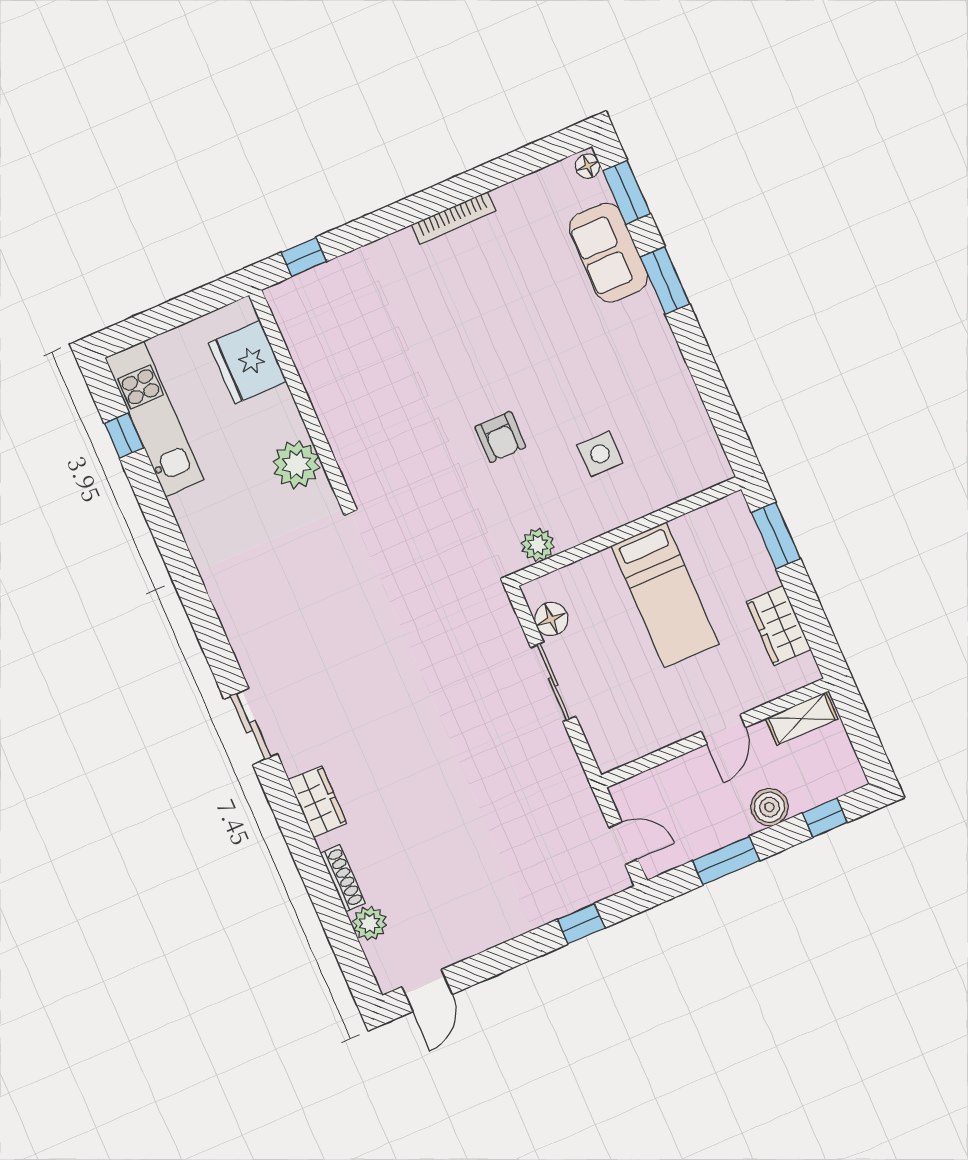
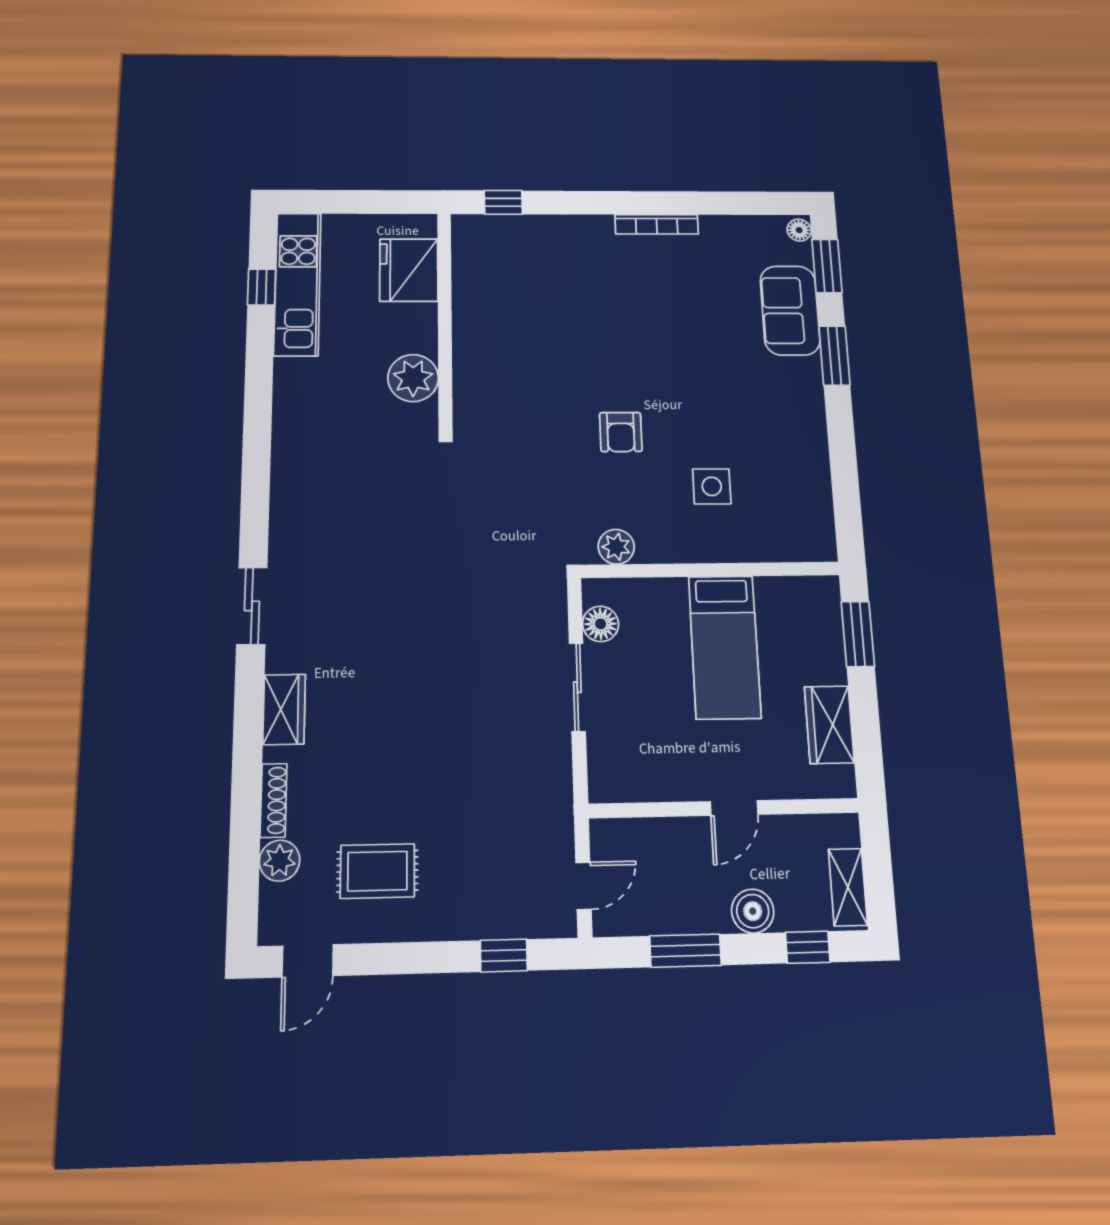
shelving: (802, 719) -> (848, 887), moved, turned 90
door: (623, 843) -> (583, 886), hinge flipped
rug: (452, 899) -> (377, 871), added

